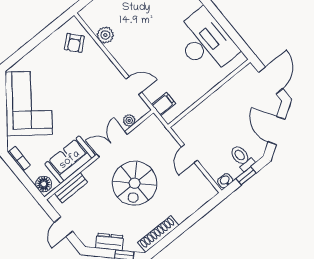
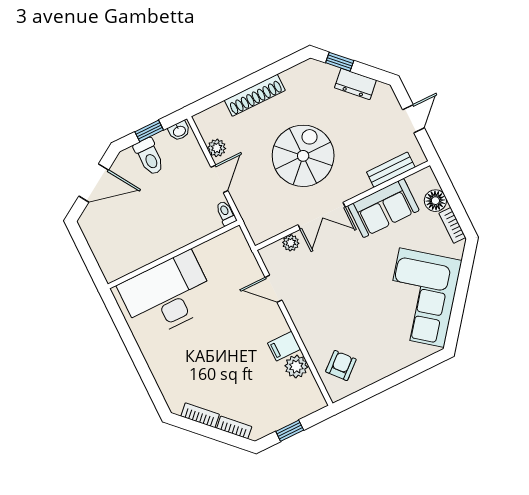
desk: (205, 42) -> (167, 295), moved, turned 90
door: (271, 80) -> (86, 253), removed
filing cabinet: (164, 104) -> (284, 346), moved
door: (277, 130) -> (94, 183), hinge flipped
toilet: (179, 131) -> (226, 213), added
plant: (196, 175) -> (217, 148), added
floor lamp: (44, 184) -> (435, 201), moved
shoe rack: (158, 234) -> (255, 95), moved

